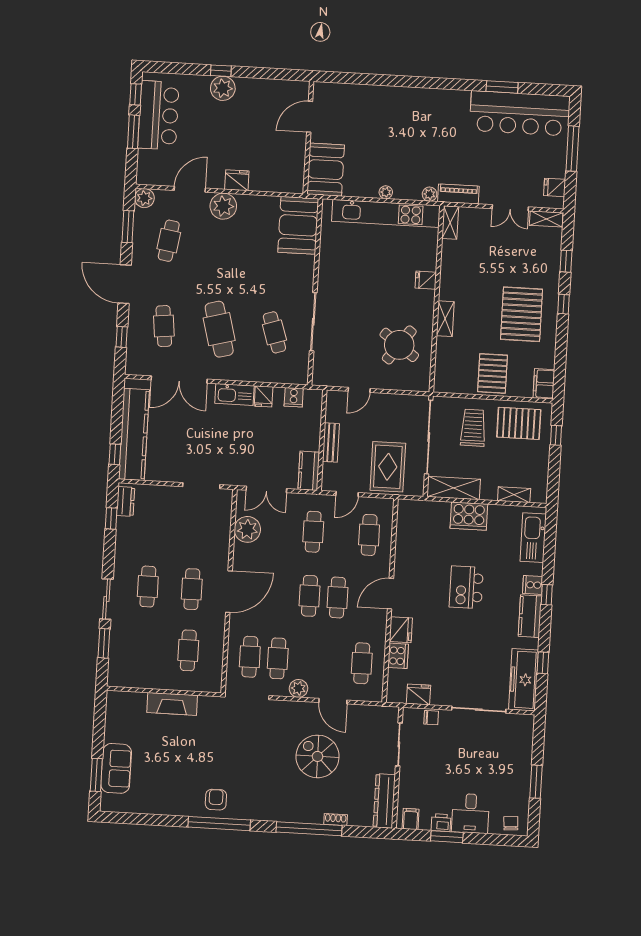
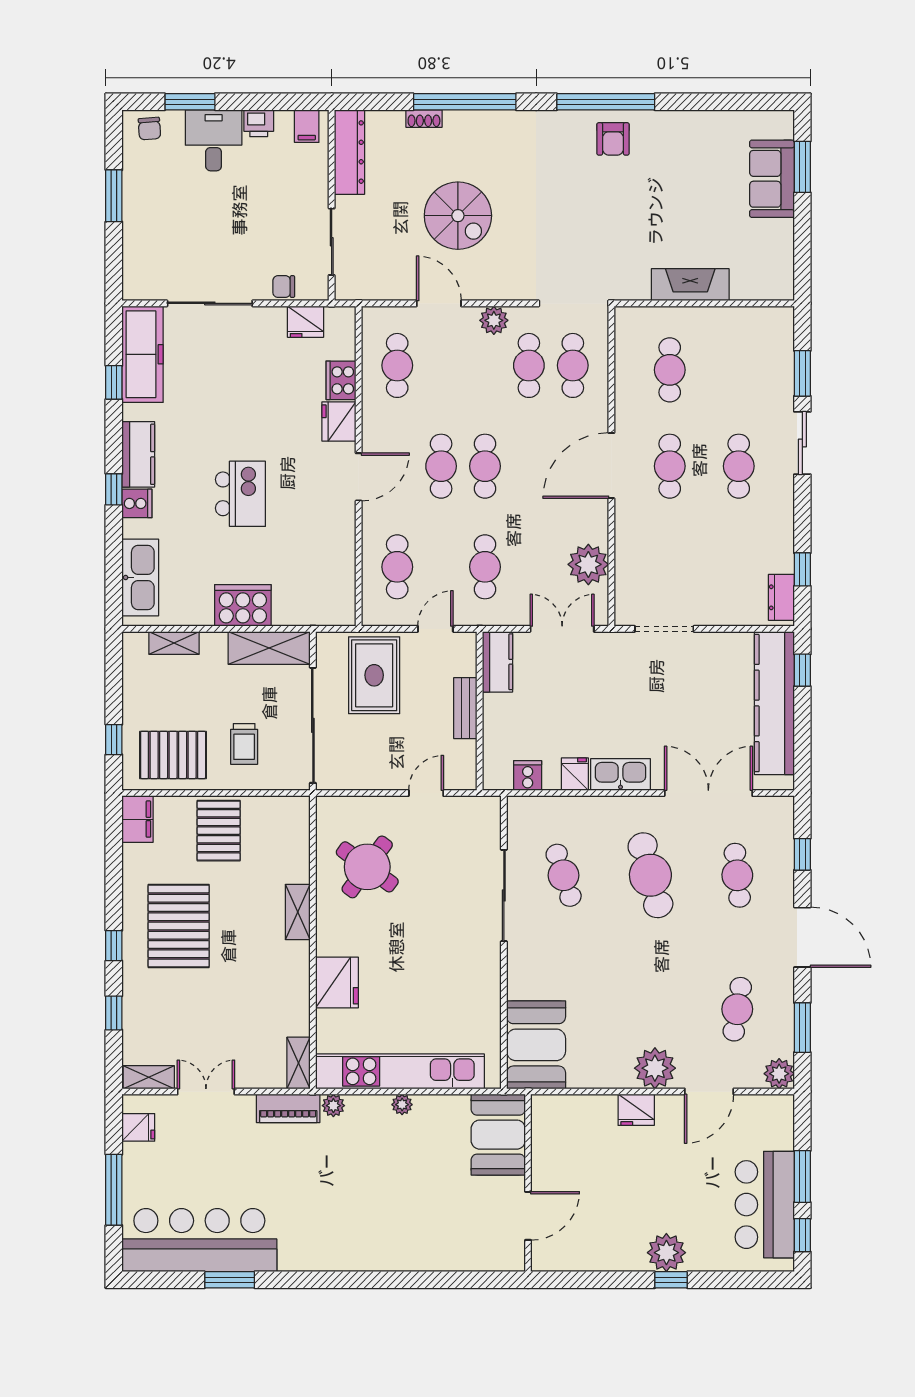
fridge: (426, 280) -> (337, 983), width x1.88, depth x1.34
trolley: (473, 428) -> (244, 744), width x0.73, depth x0.72
window: (447, 837) -> (190, 102), moved

